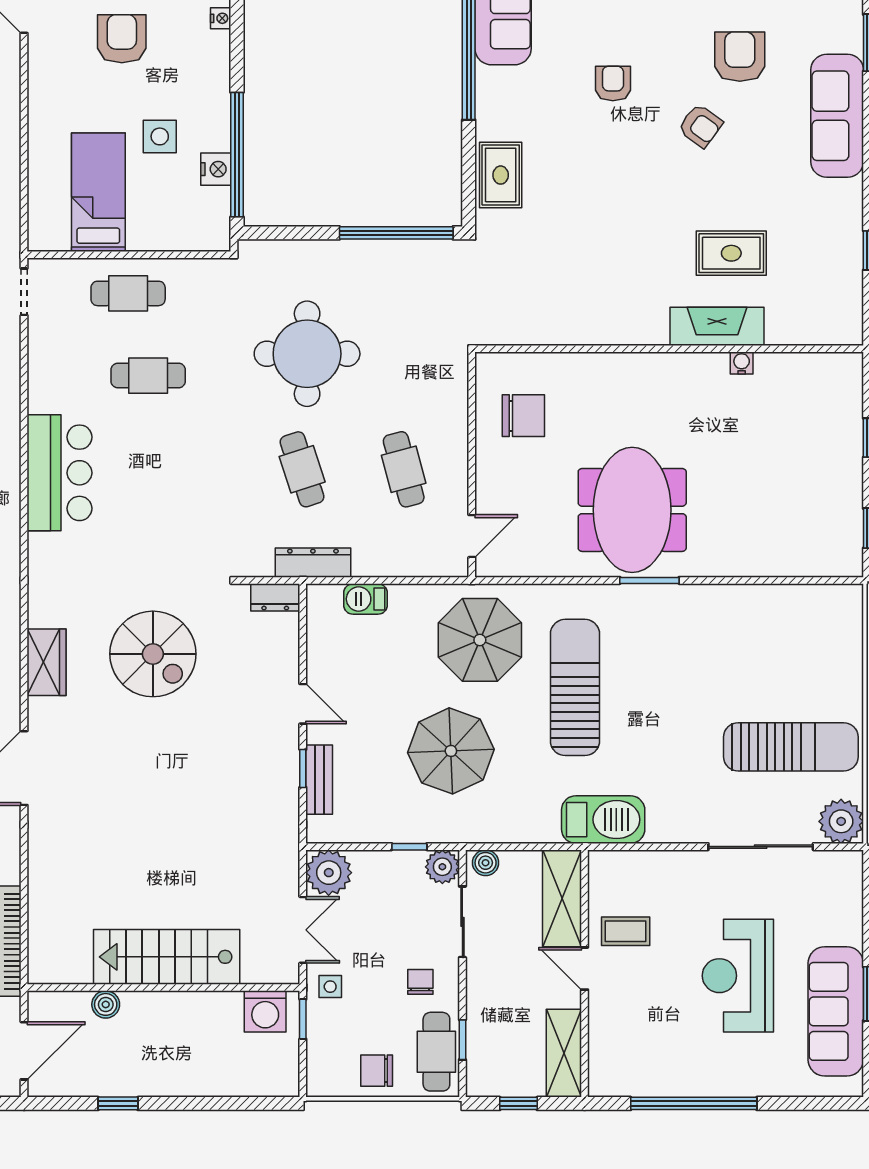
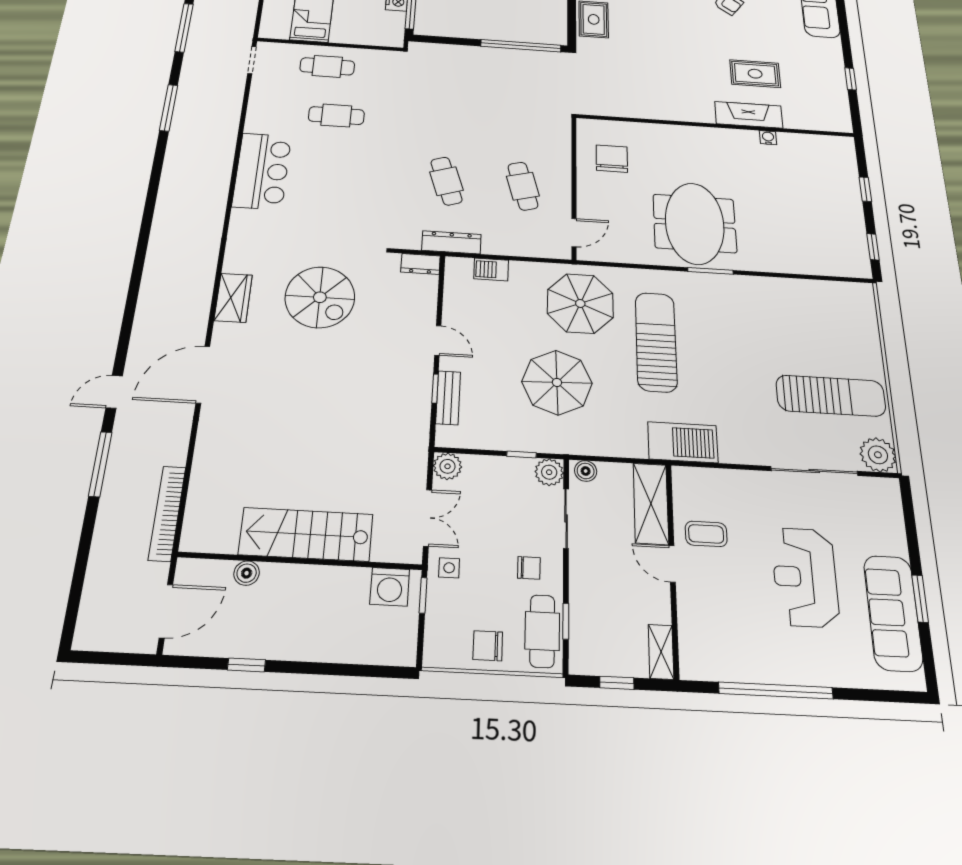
round table: (307, 354) -> (454, 111), removed
chair: (523, 416) -> (612, 159), turned -90
plant: (329, 873) -> (448, 466), width x0.73, depth x0.73
chair: (420, 982) -> (529, 568), turned 90
shelving: (564, 1053) -> (661, 652), width x0.67, depth x0.75

